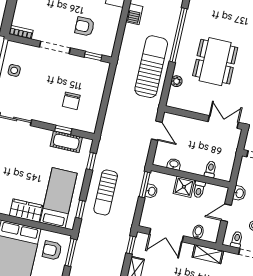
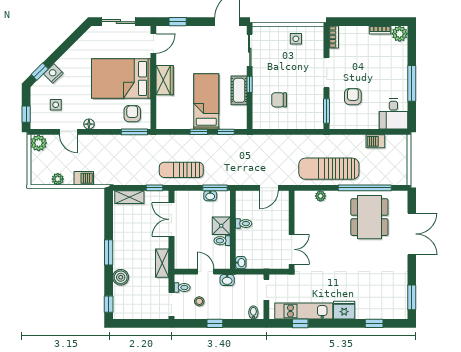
window: (93, 56) -> (327, 111), width x1.50
dining table: (215, 62) -> (369, 217), moved, turned 90
sun lounger: (151, 67) -> (329, 169), turned 180
window: (63, 130) -> (250, 84), moved
cot: (66, 142) -> (239, 90), moved
washbasin: (174, 164) -> (241, 263), moved
toilet: (210, 169) -> (244, 224), moved
sun lounger: (106, 192) -> (181, 170), moved
bed: (59, 198) -> (206, 101), moved, turned -90
window: (80, 209) -> (199, 132), moved
bidet: (198, 232) -> (181, 249), removed

